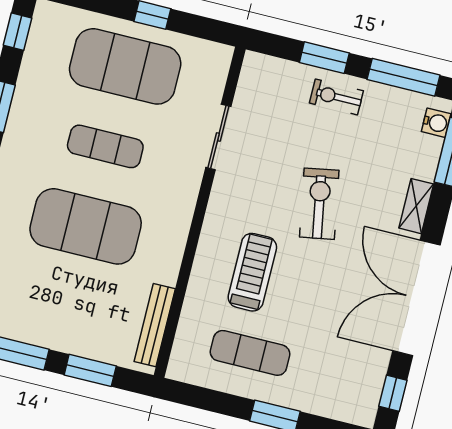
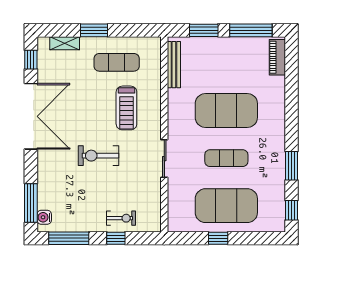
window: (324, 58) -> (116, 238), width x0.67
exercise bike: (336, 97) -> (121, 218), moved
sliding door: (218, 137) -> (164, 159), moved
exercise bike: (319, 204) -> (98, 156), turned 100
shelving: (416, 206) -> (65, 43), moved, turned 90

